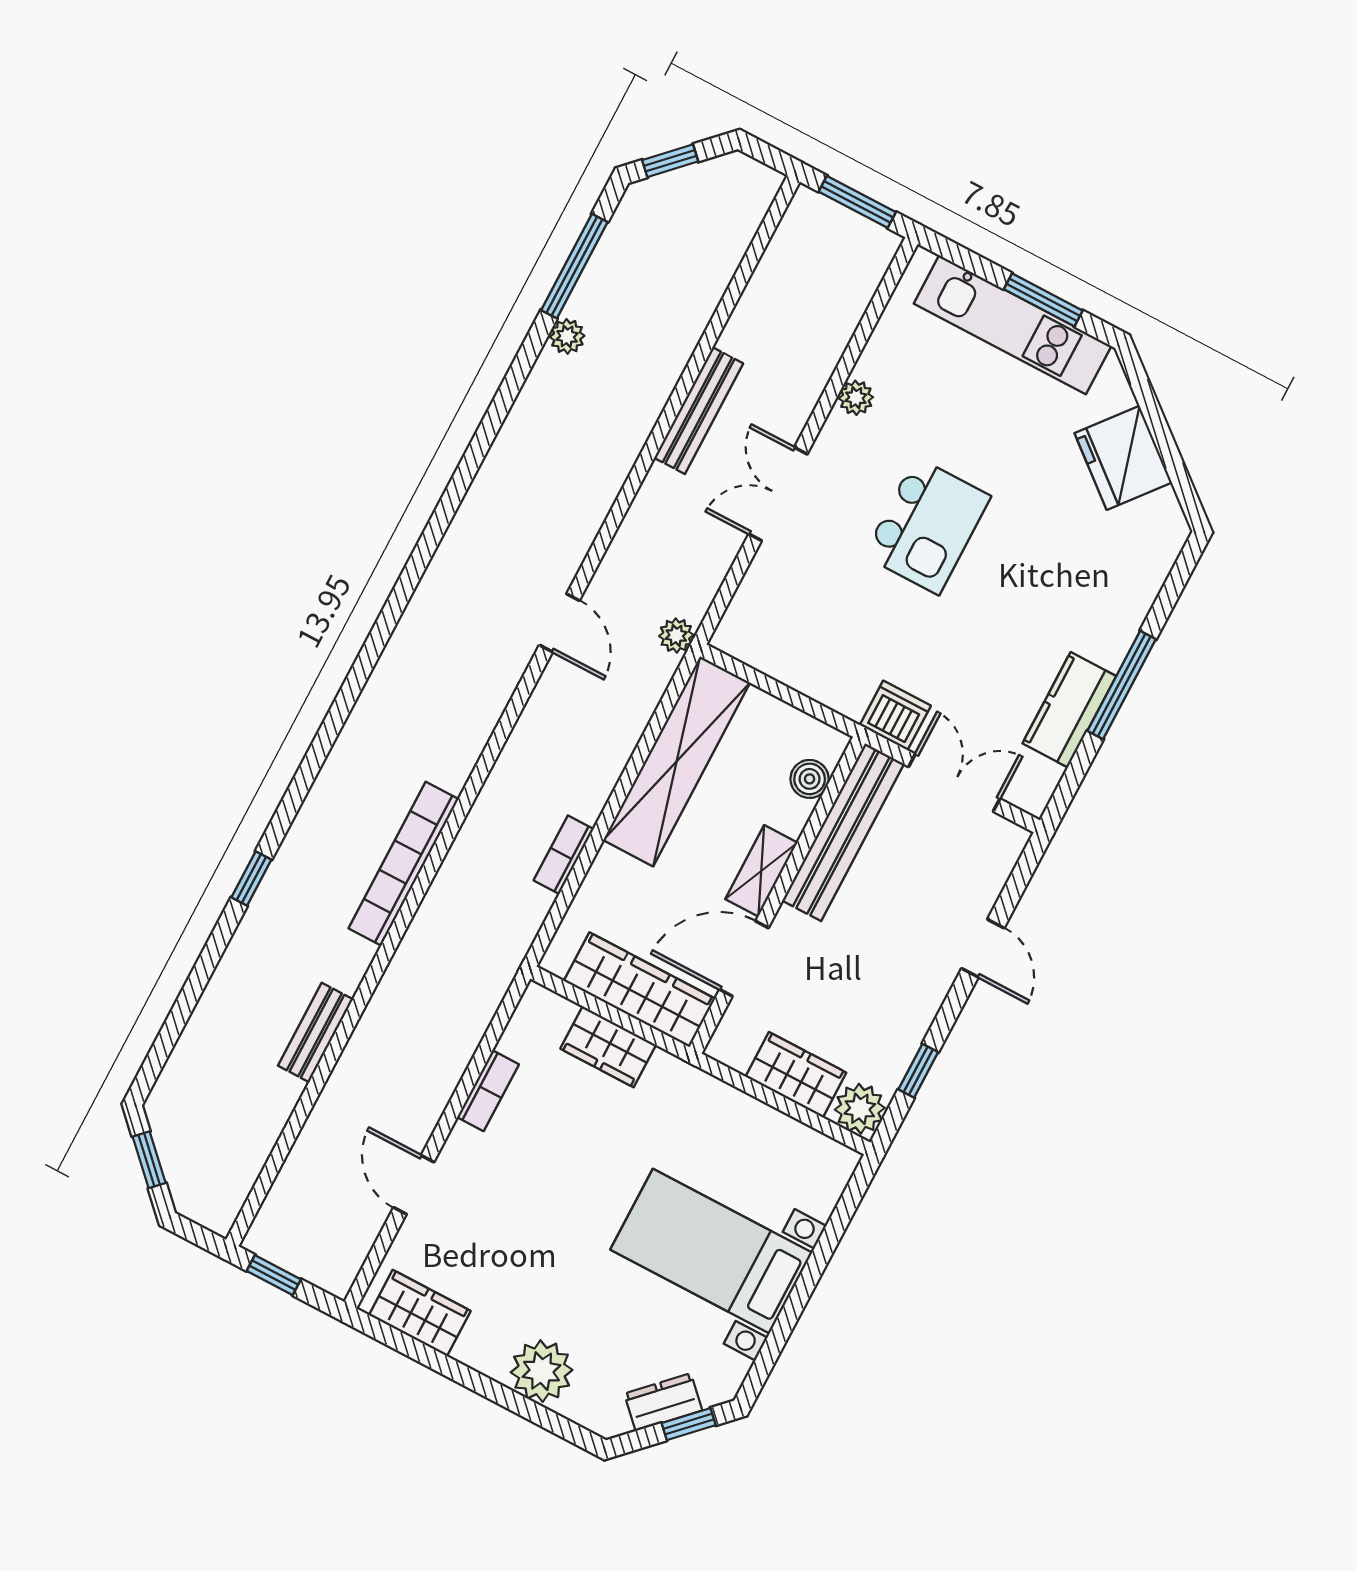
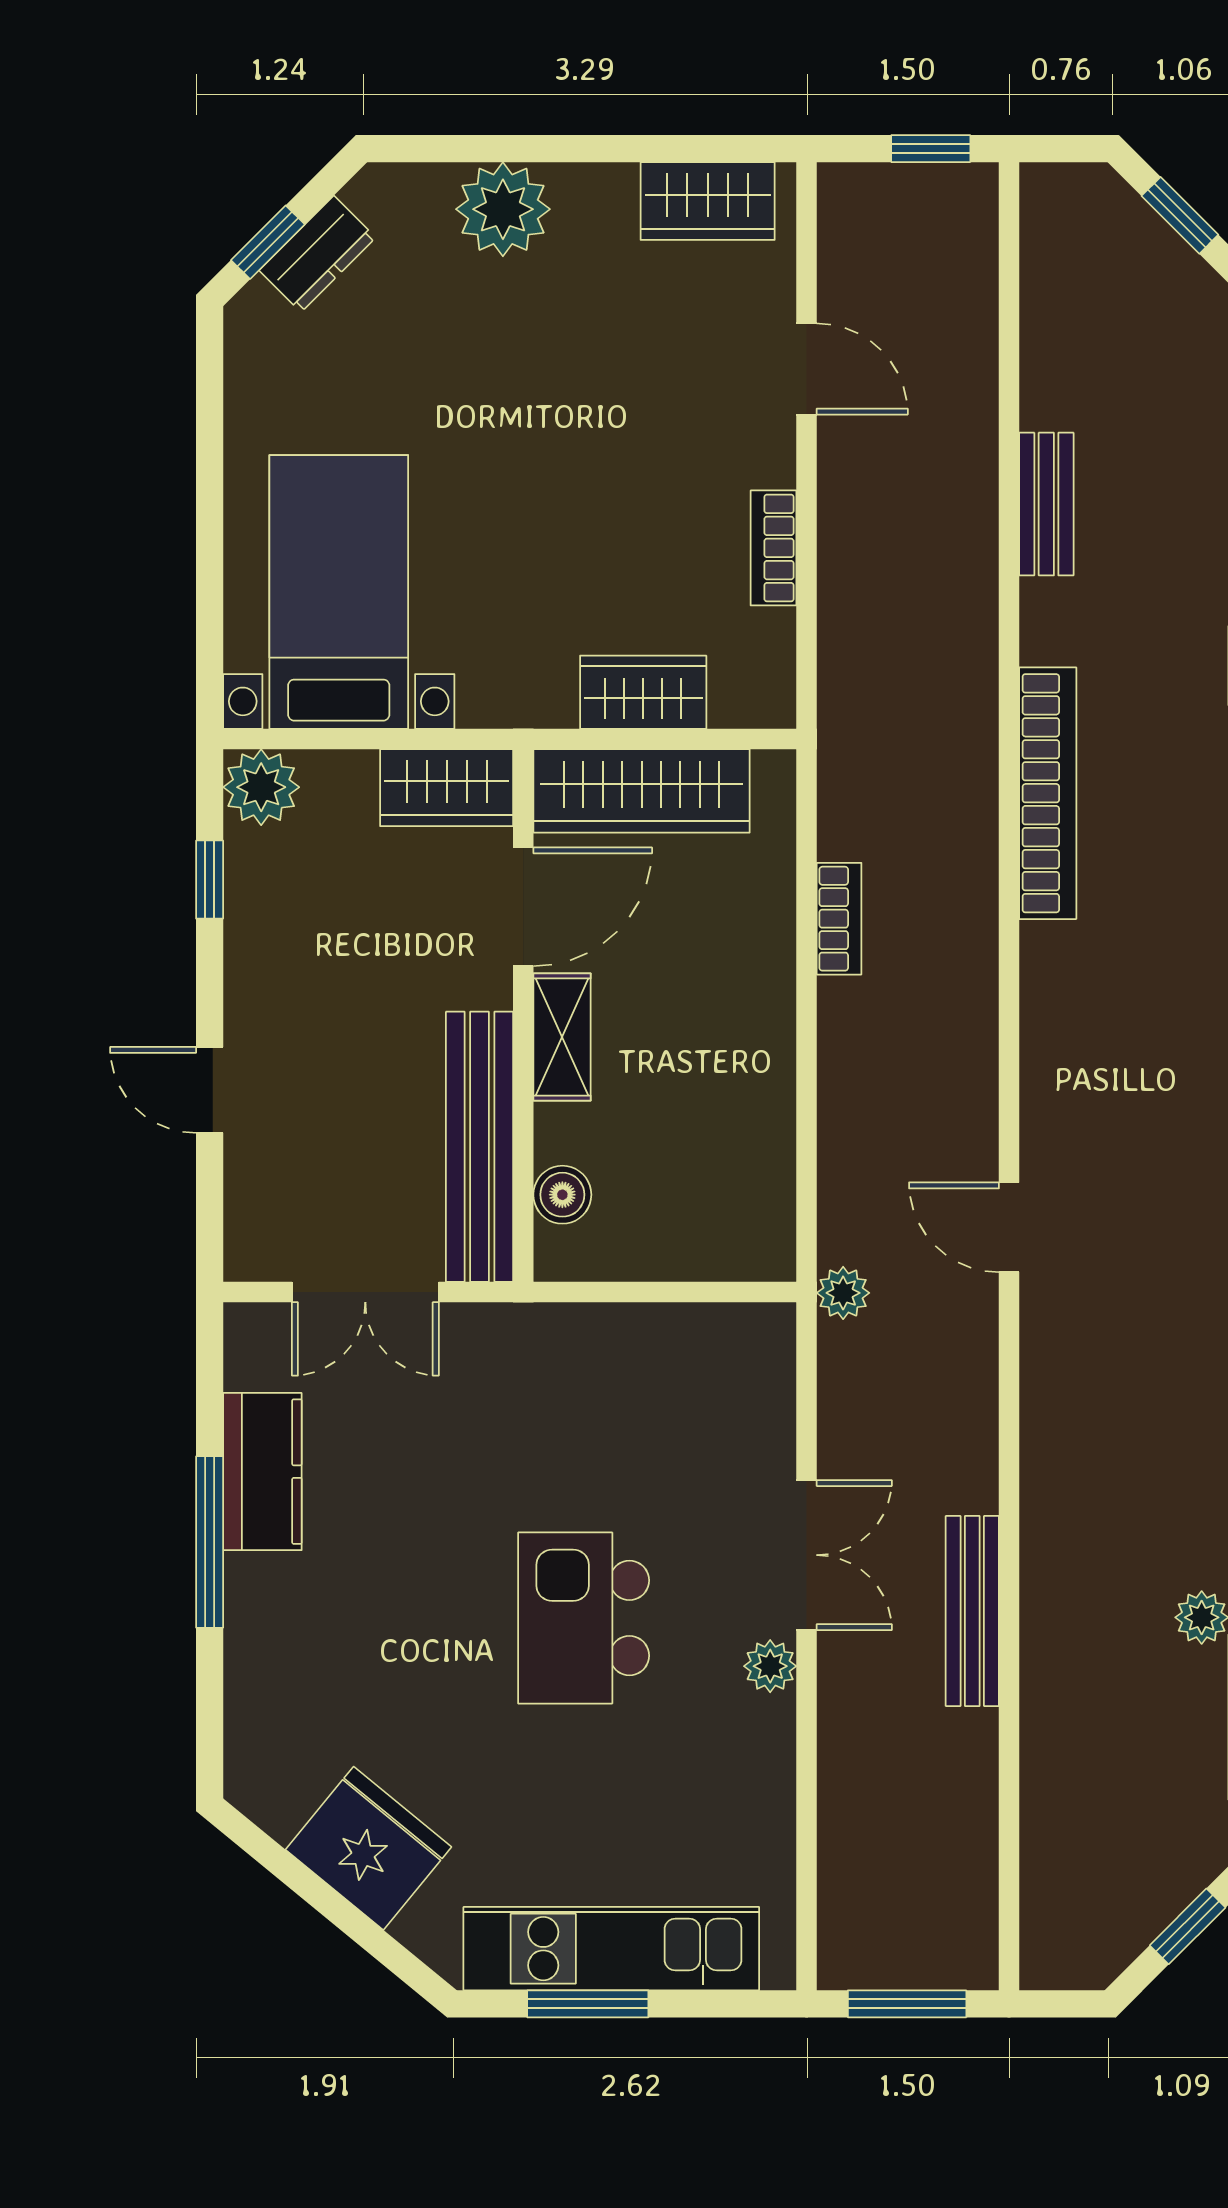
plant: (856, 398) -> (770, 1666), moved
dishwasher: (895, 715) -> (492, 1341), removed
shelving: (677, 761) -> (753, 1124), removed
wardrobe: (796, 1075) -> (447, 788), moved
bed with nightstands: (711, 1251) -> (339, 592), moved, turned -90

